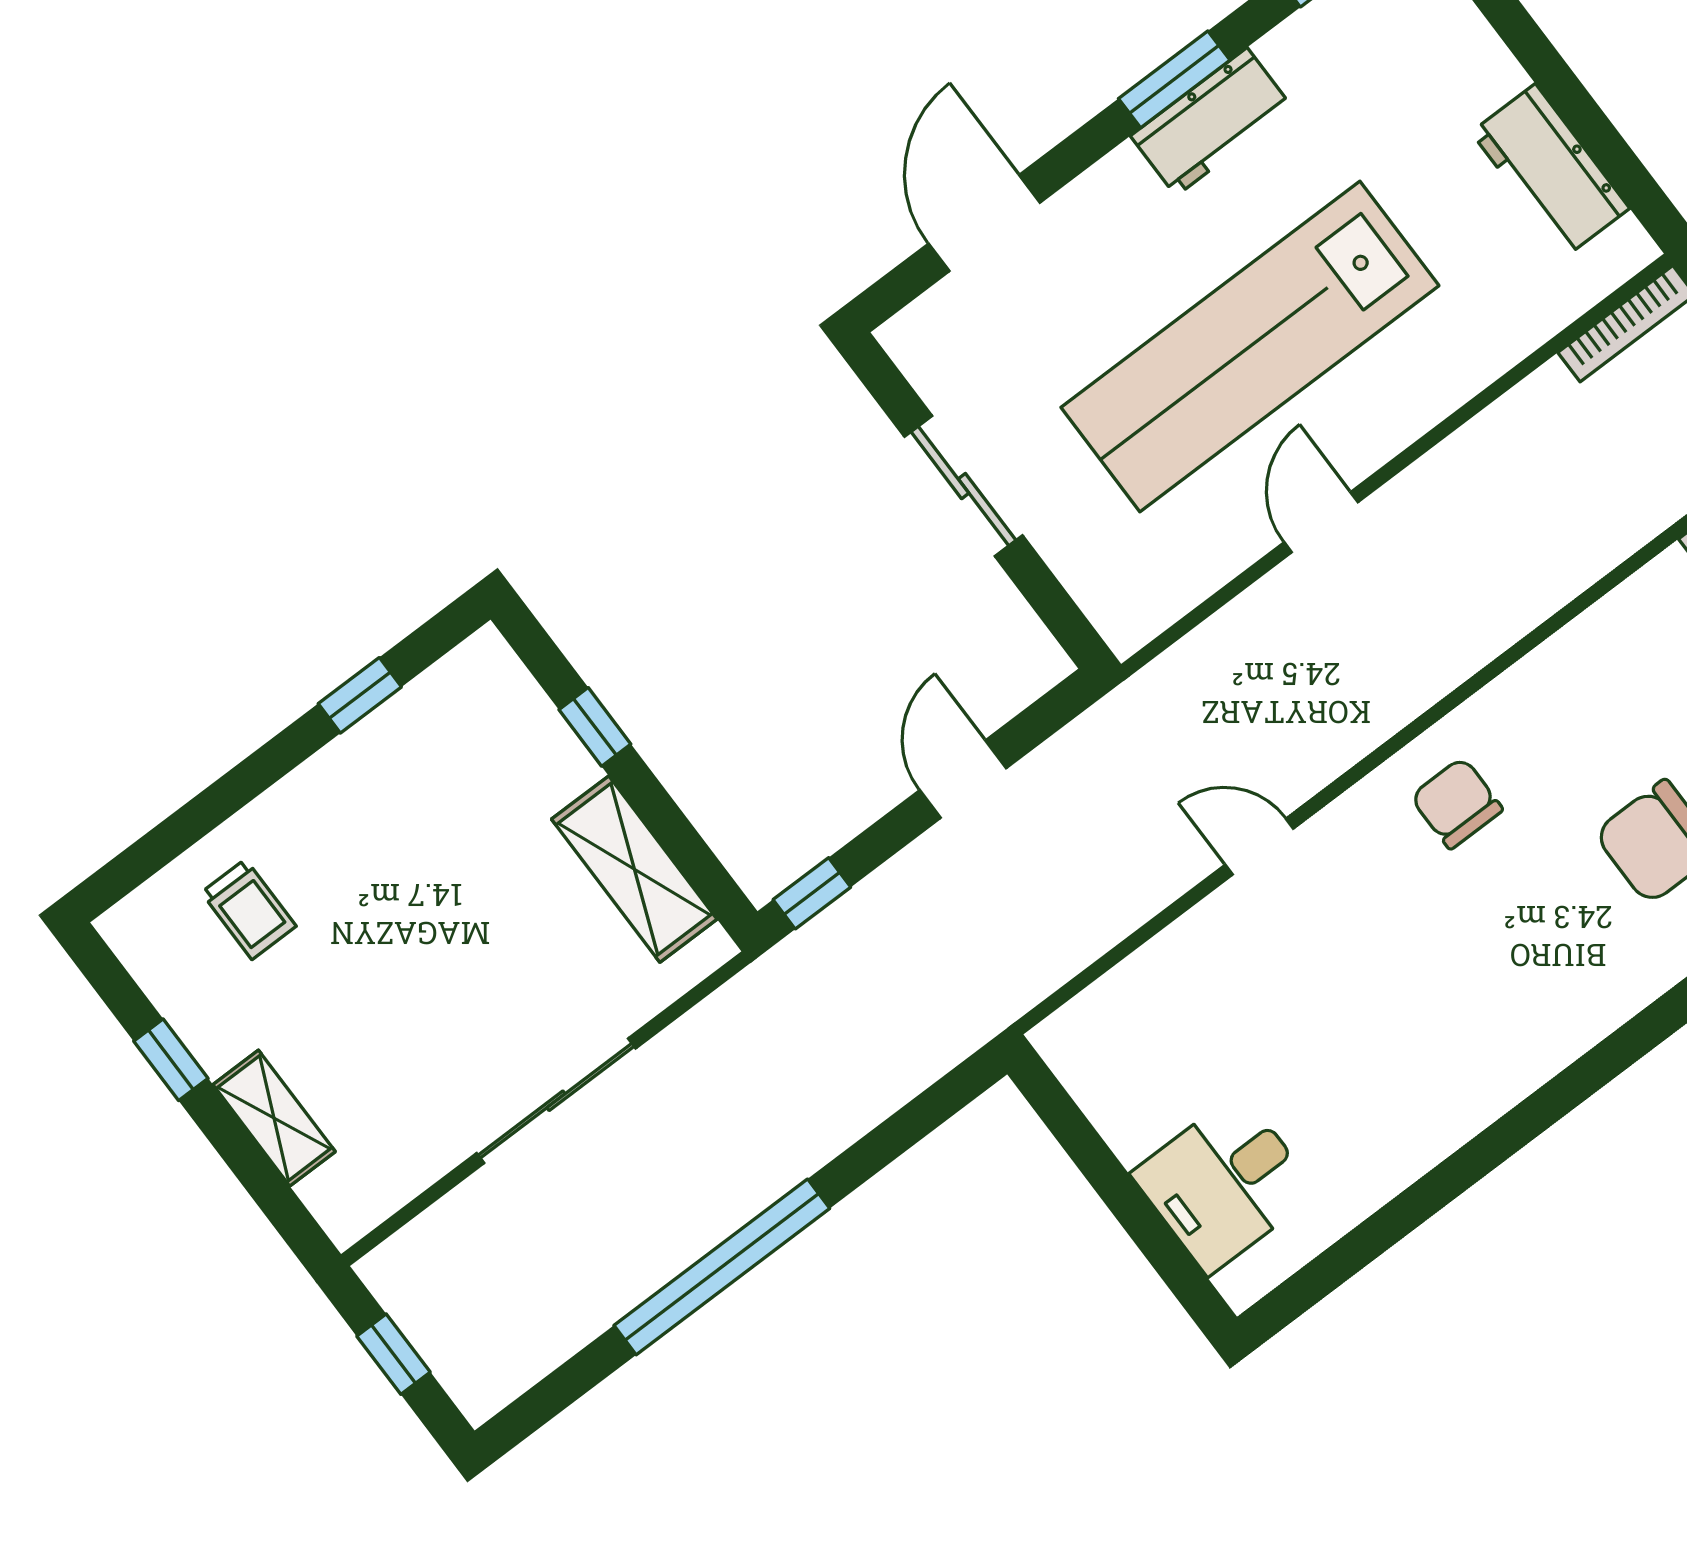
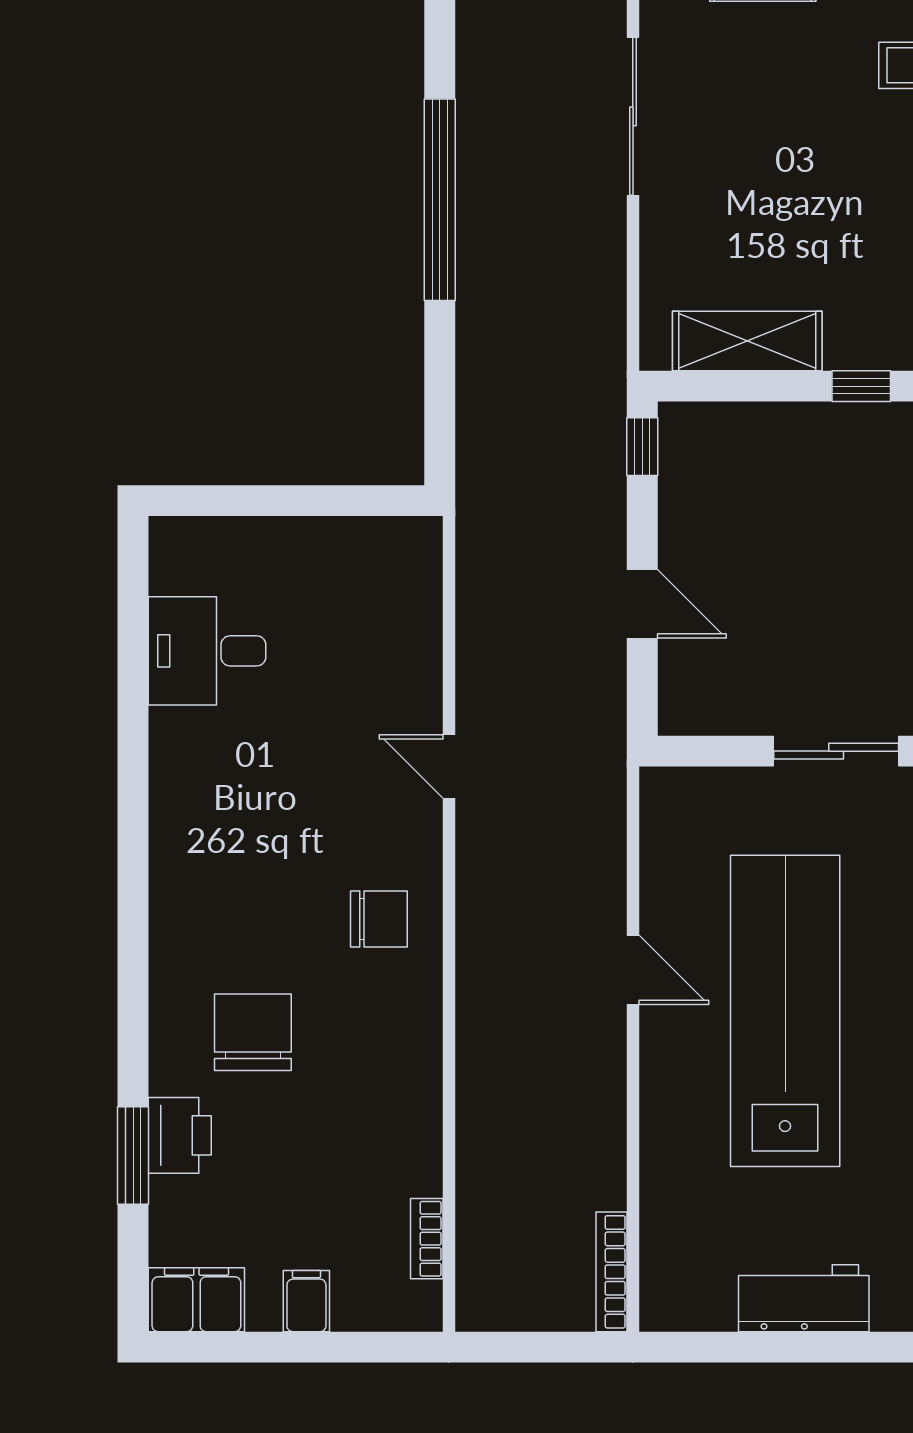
workbench: (1550, 170) -> (804, 1298), moved
door: (1259, 847) -> (449, 766), swing flipped
sliding door: (556, 1101) -> (633, 116), moved
desk: (1224, 1183) -> (207, 651), moved, turned -90

